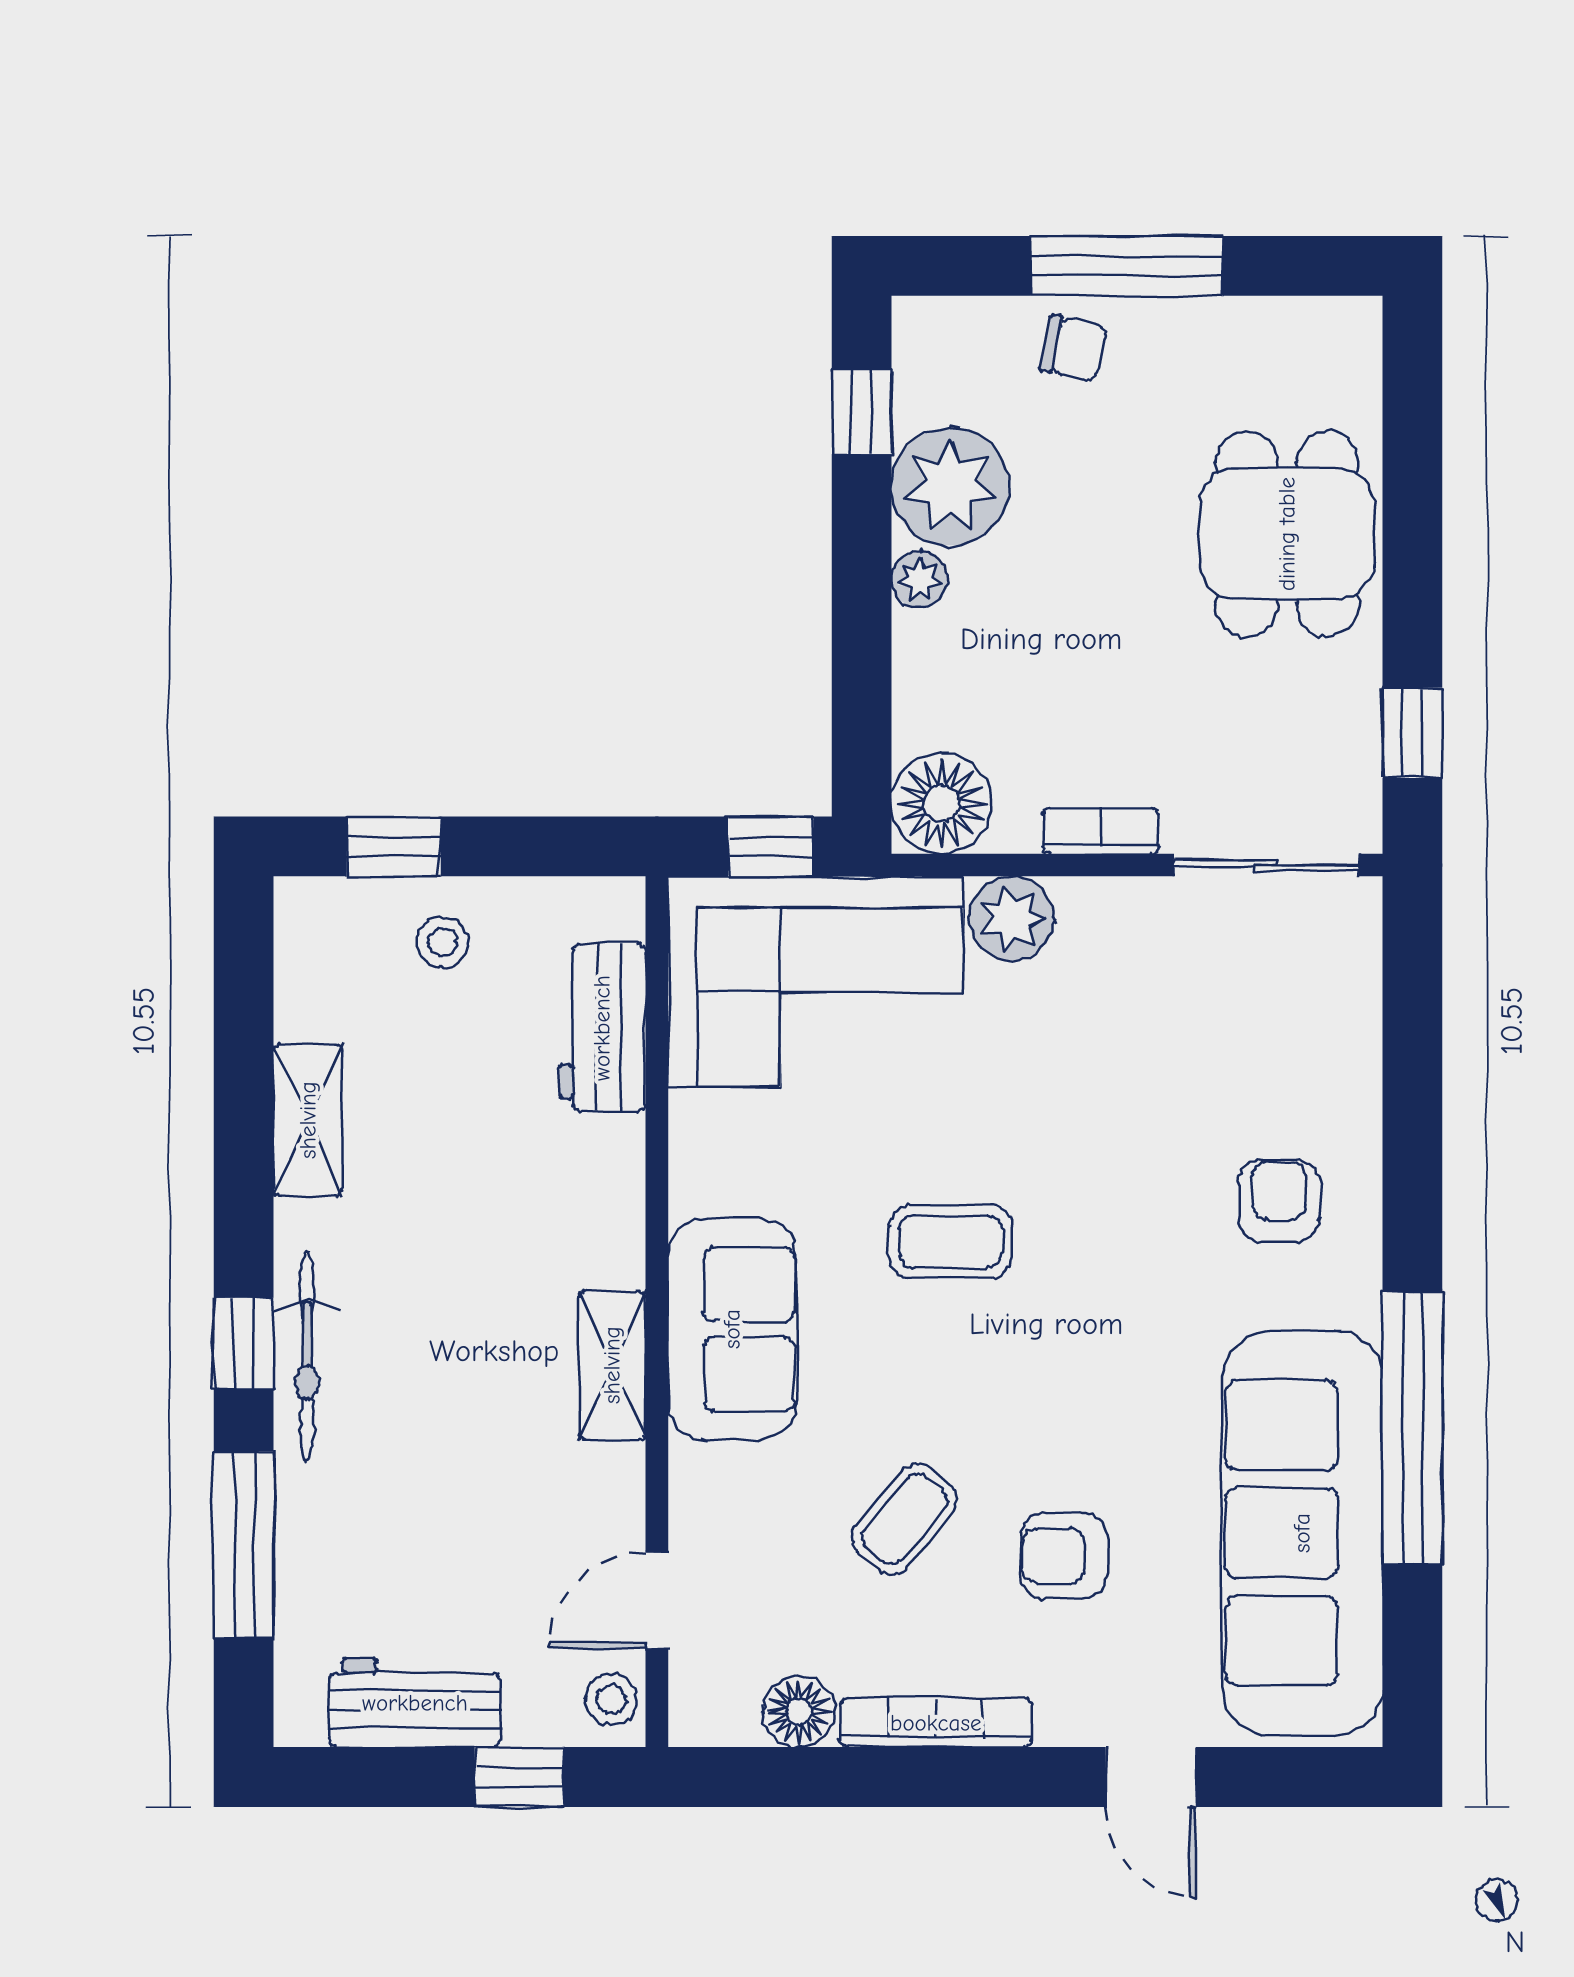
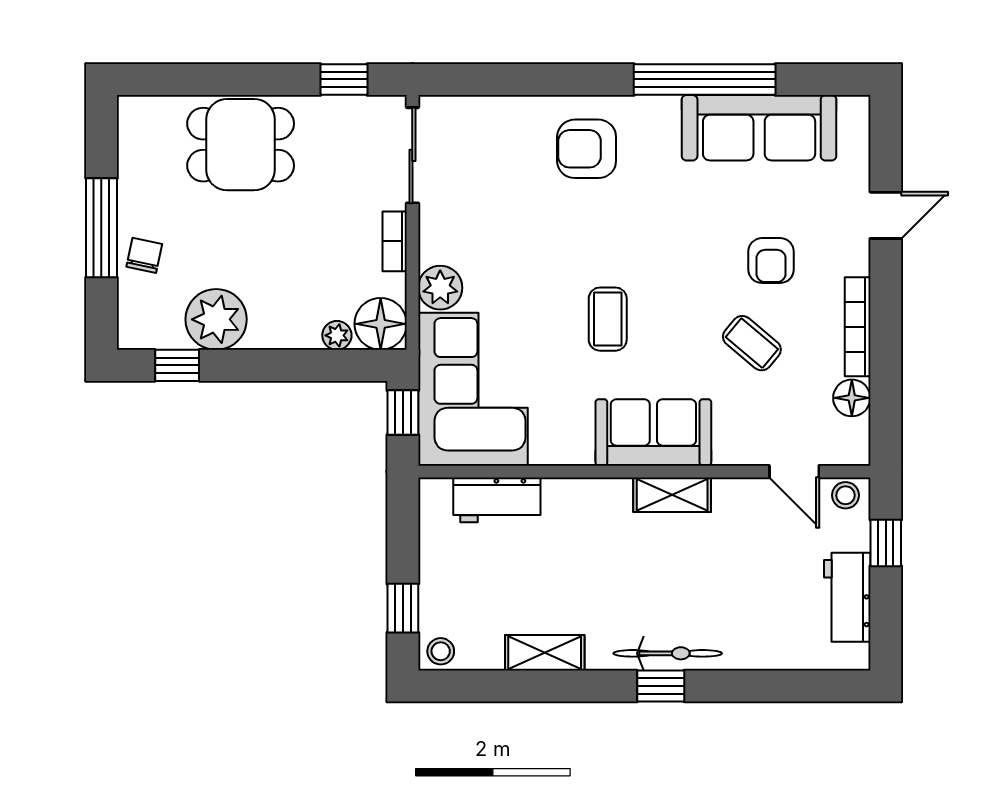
plant: (919, 580) -> (337, 335), moved
stool: (443, 942) -> (441, 651), moved
armchair: (1279, 1201) -> (587, 149), width x1.38, depth x1.38
sofa: (1302, 1533) -> (759, 128), width x0.74, depth x0.79
window: (244, 1545) -> (765, 686), removed

